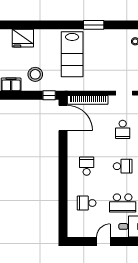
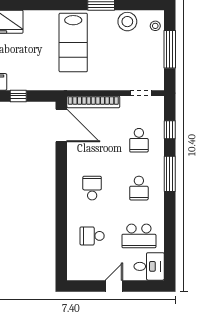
stool: (35, 74) -> (127, 22), moved
window: (49, 95) -> (18, 96), moved
school desk: (123, 166) -> (139, 188), turned 90

